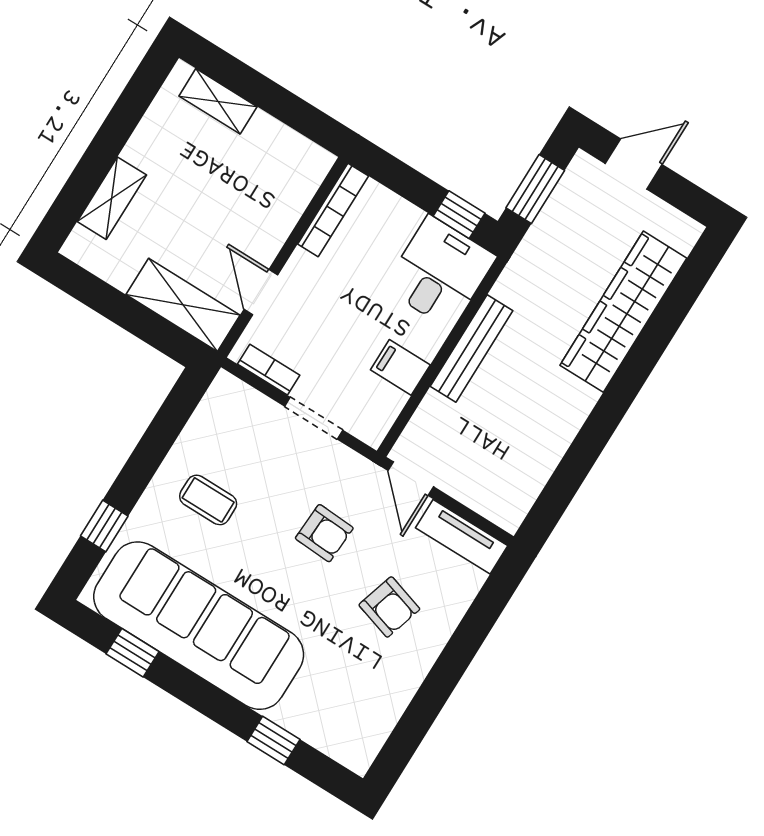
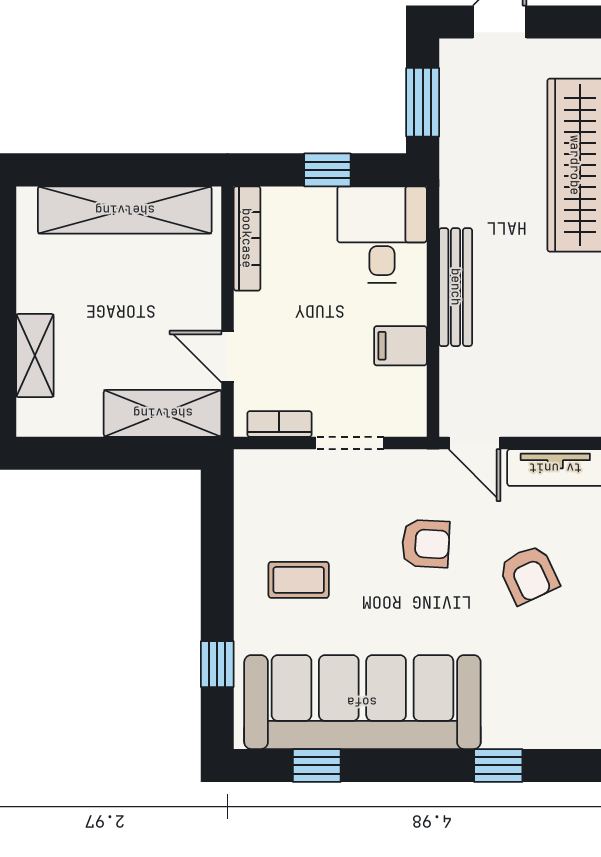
shelving: (218, 101) -> (125, 210), width x2.20, depth x1.33
window: (459, 215) -> (327, 170), moved
armchair: (389, 607) -> (529, 575), turned 48

